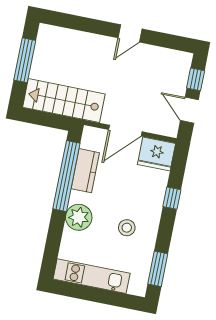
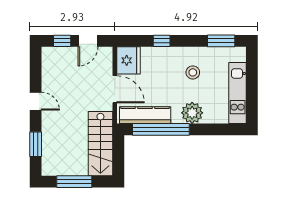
window: (79, 23) -> (36, 144), added
kitchen counter: (85, 171) -> (145, 115), width x1.50

